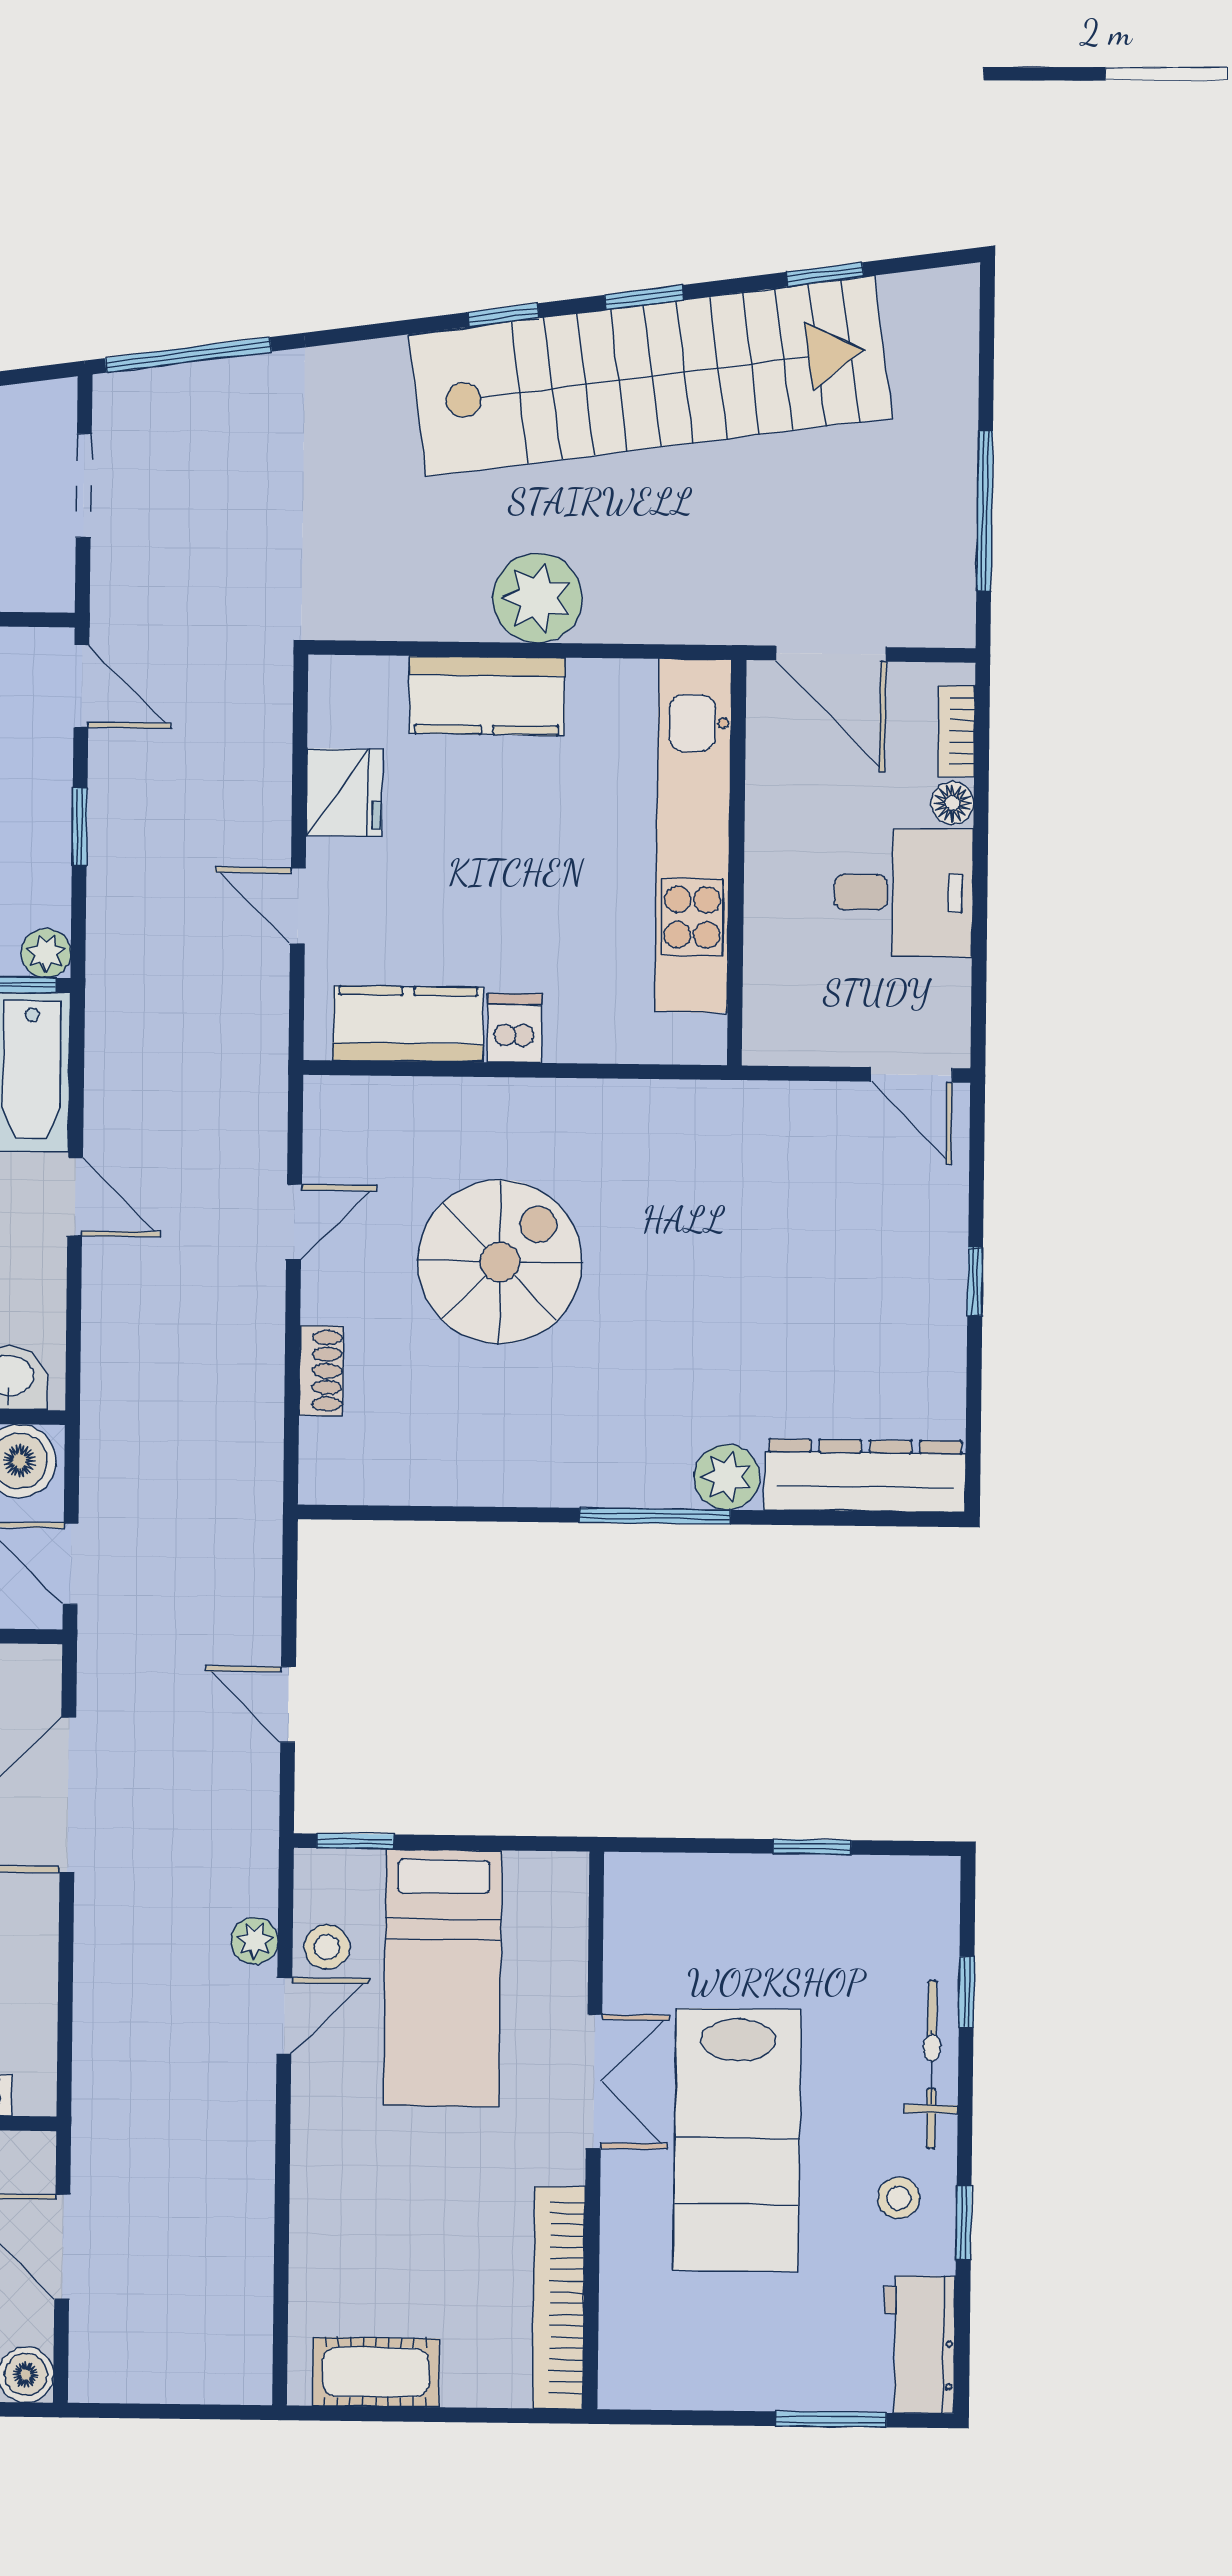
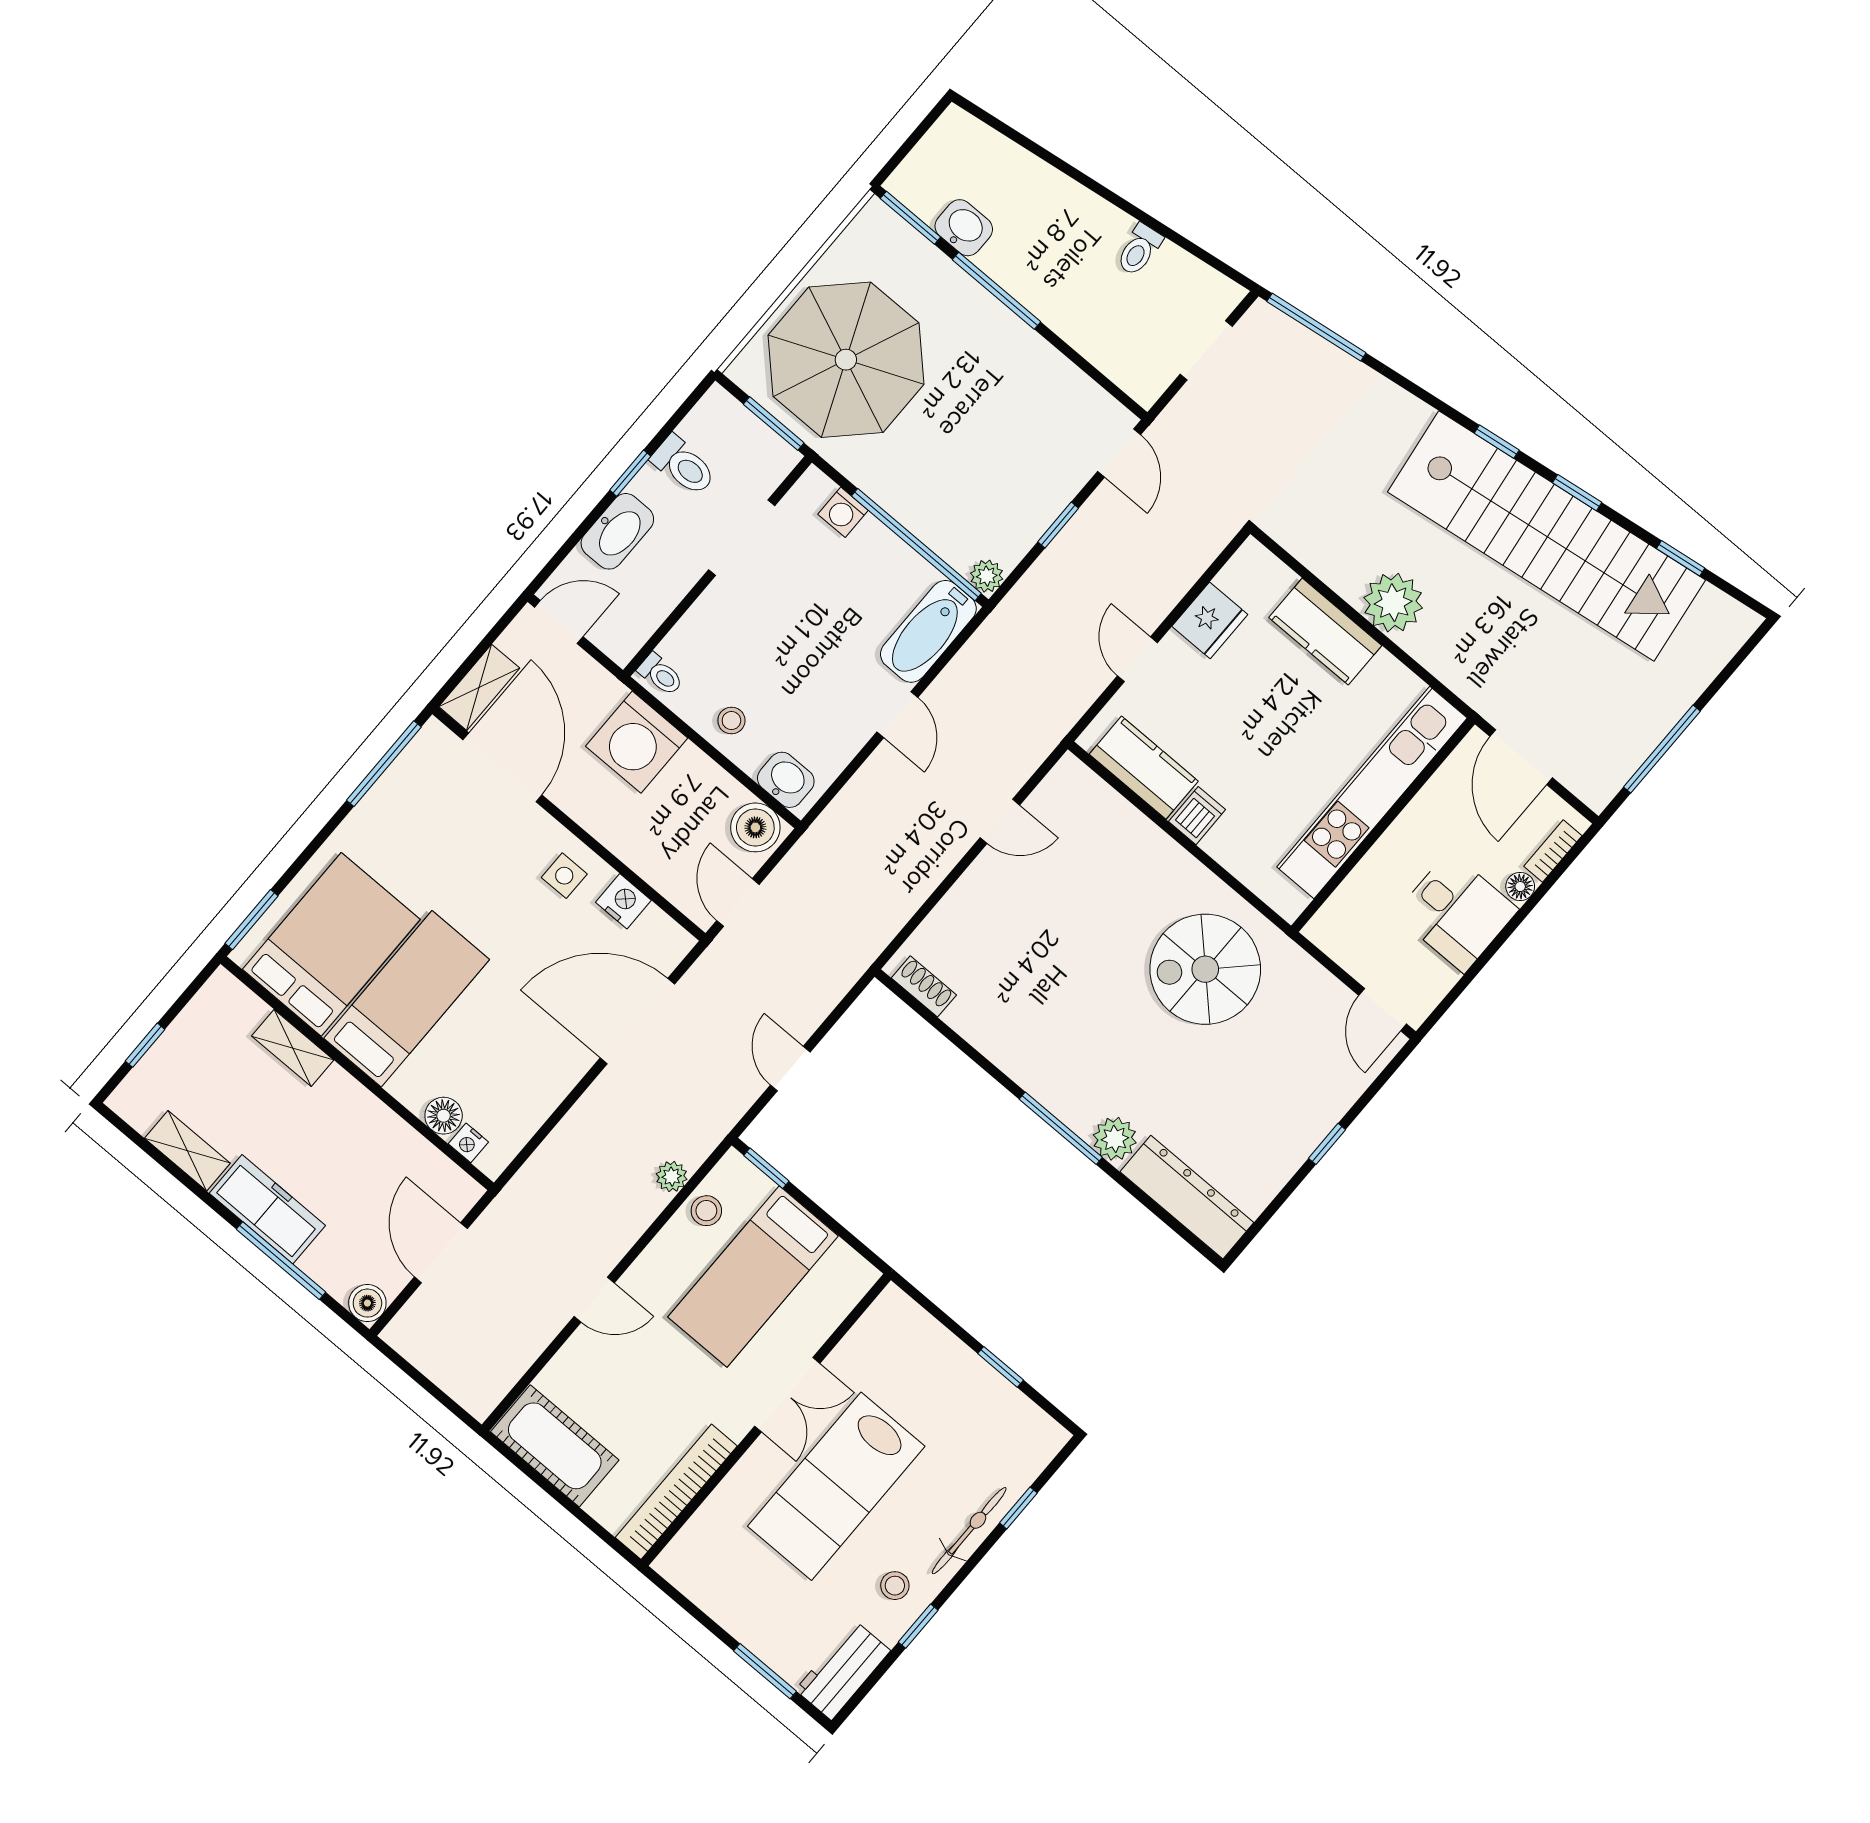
spiral stairs: (500, 1262) -> (1205, 969), moved, turned 180
shoe rack: (321, 1371) -> (924, 986), moved, turned -90
door: (284, 2016) -> (594, 1300), moved
cot: (376, 2372) -> (555, 1446), width x1.37, depth x1.34

